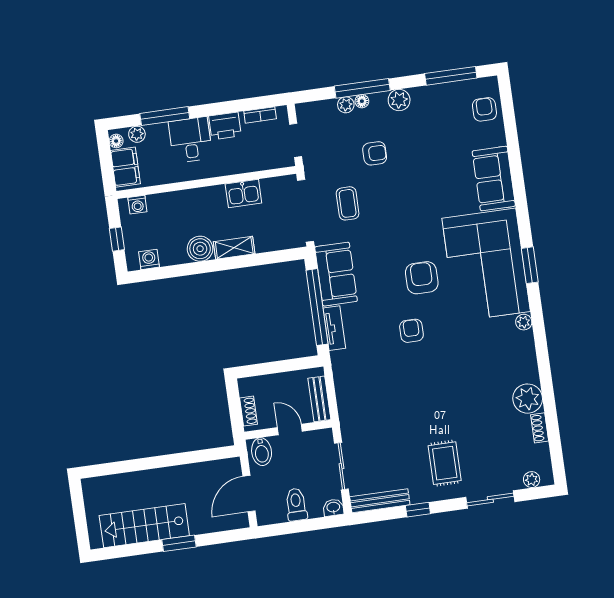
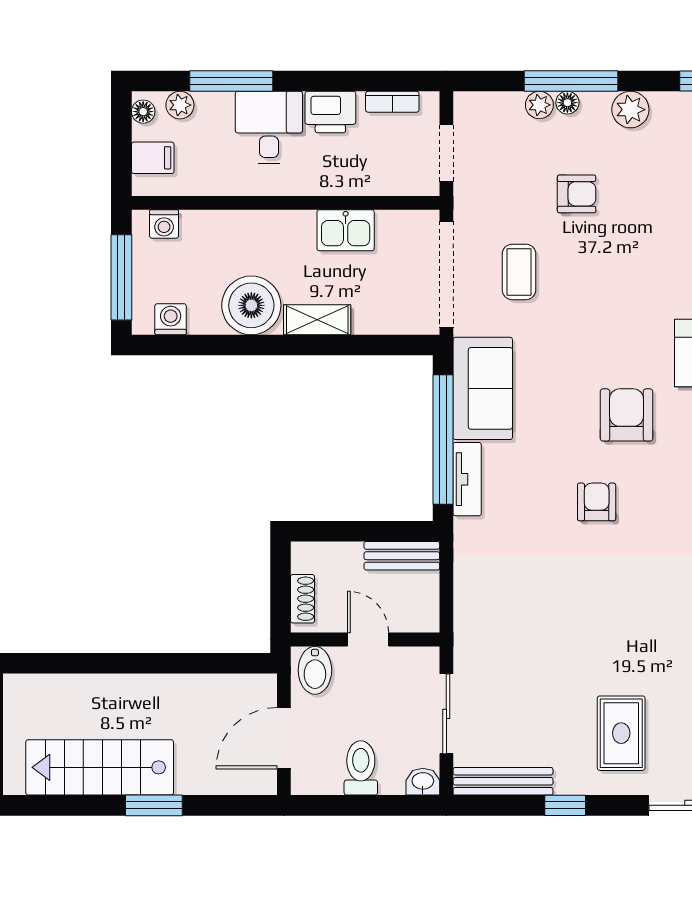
filing cabinet: (125, 167) -> (153, 158), width x0.50
window: (117, 239) -> (121, 277), width x2.17
boiler: (200, 249) -> (251, 305), width x1.37, depth x1.37
bench: (319, 399) -> (402, 556), moved, turned 90

